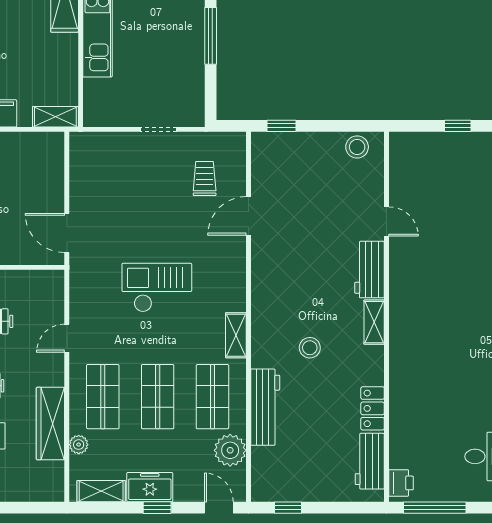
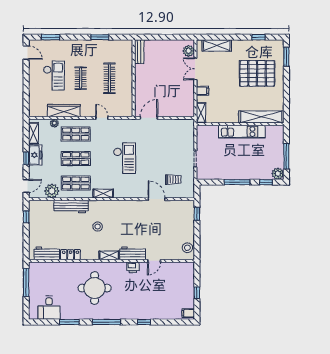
round table: (447, 355) -> (95, 288), added
printer: (401, 483) -> (133, 267), moved

